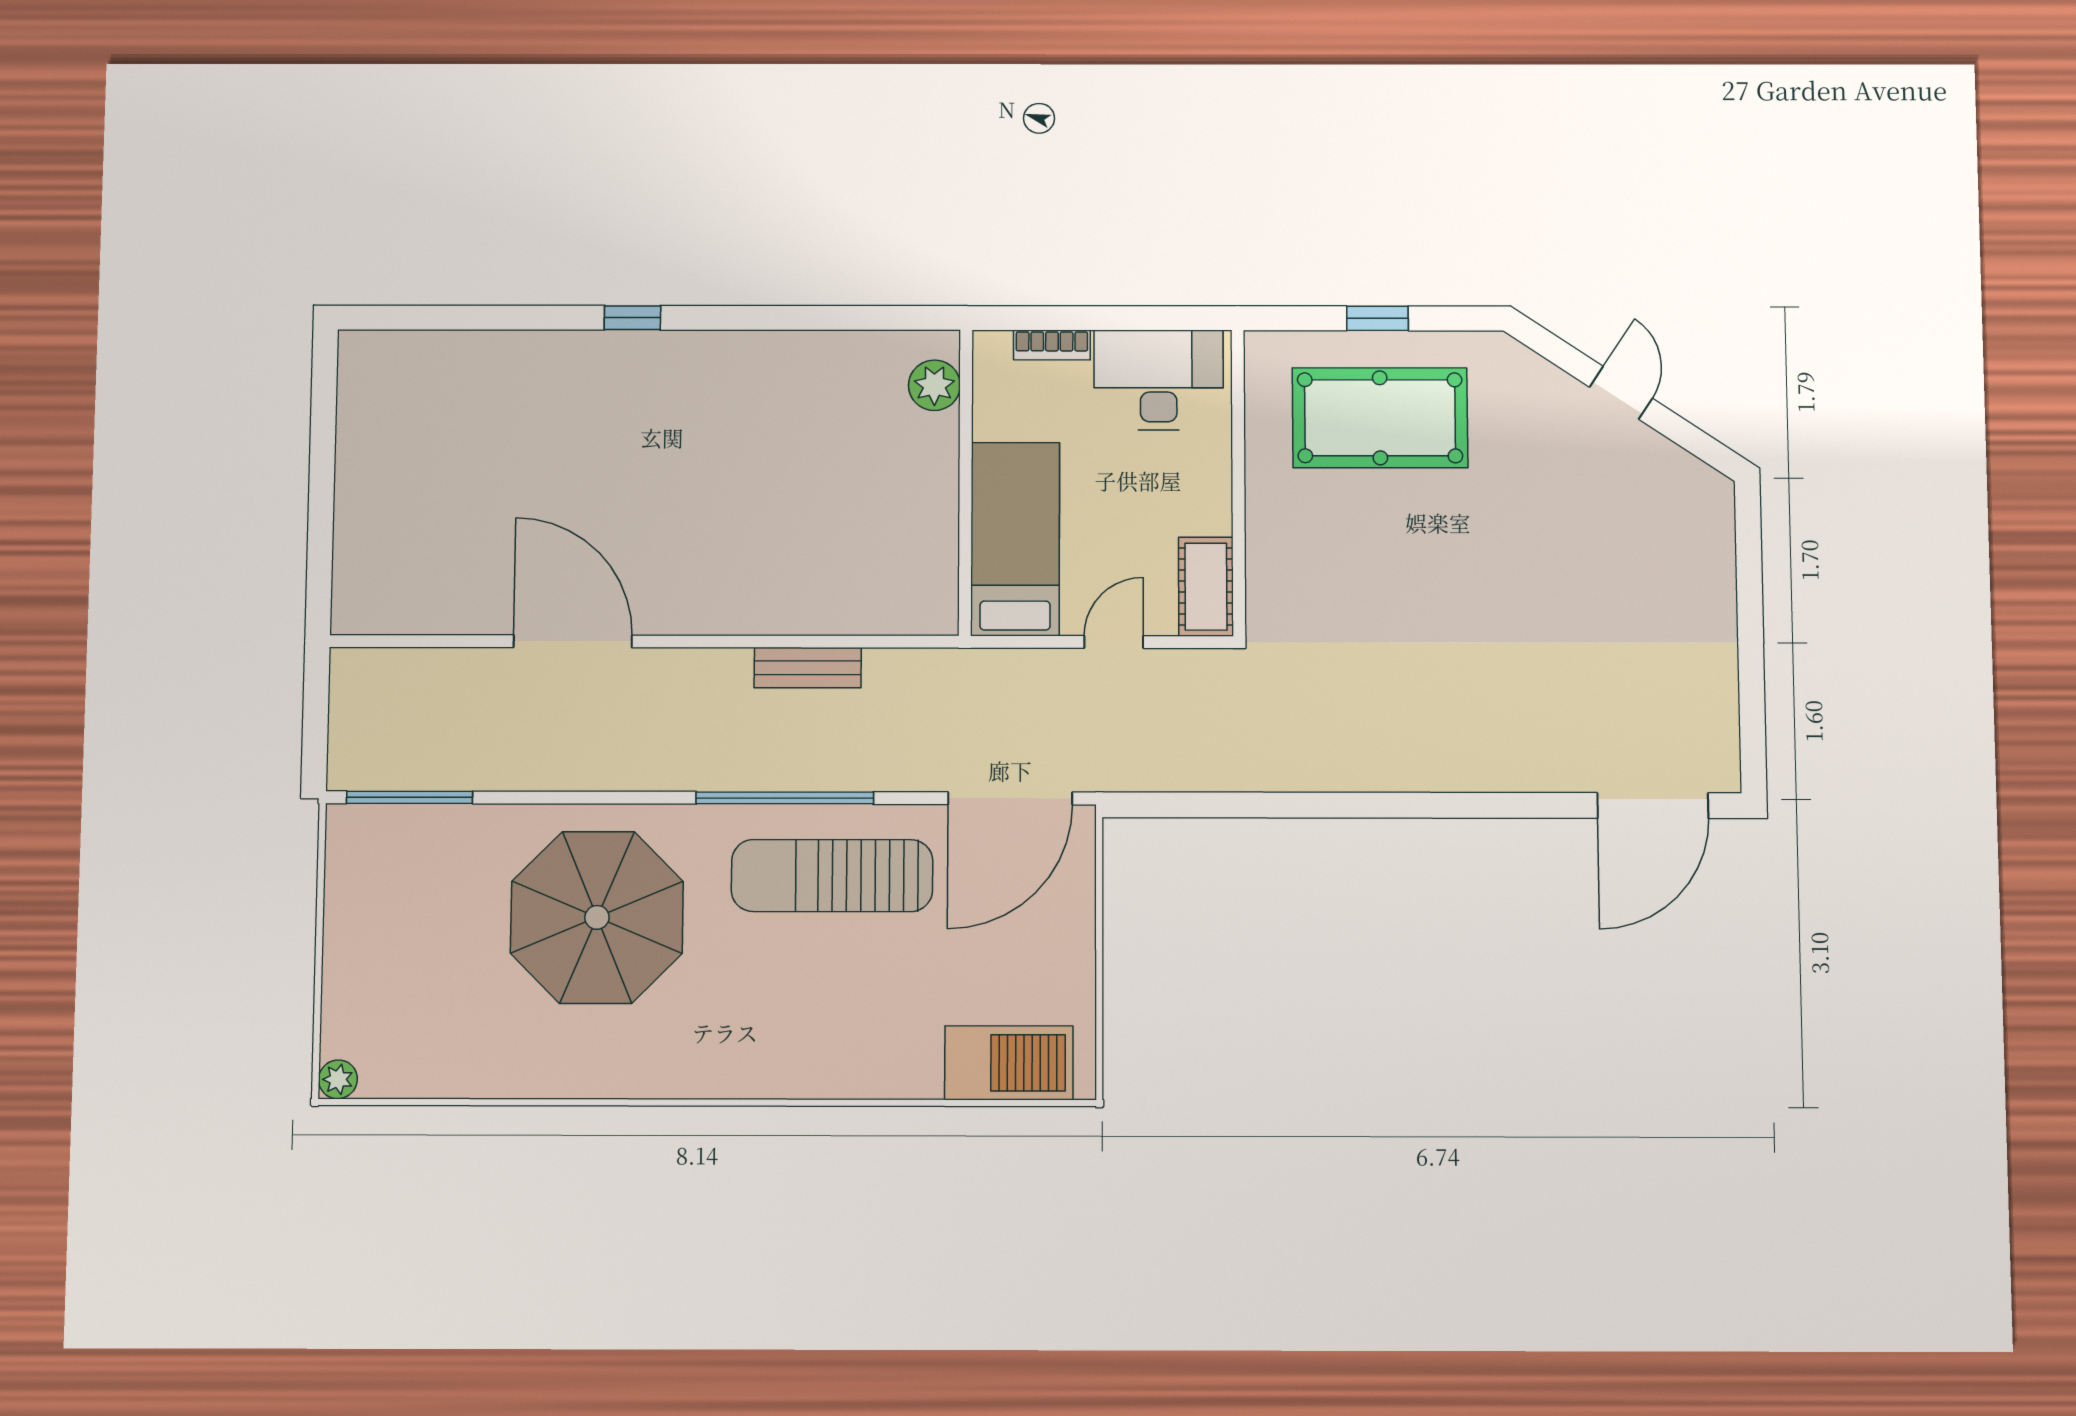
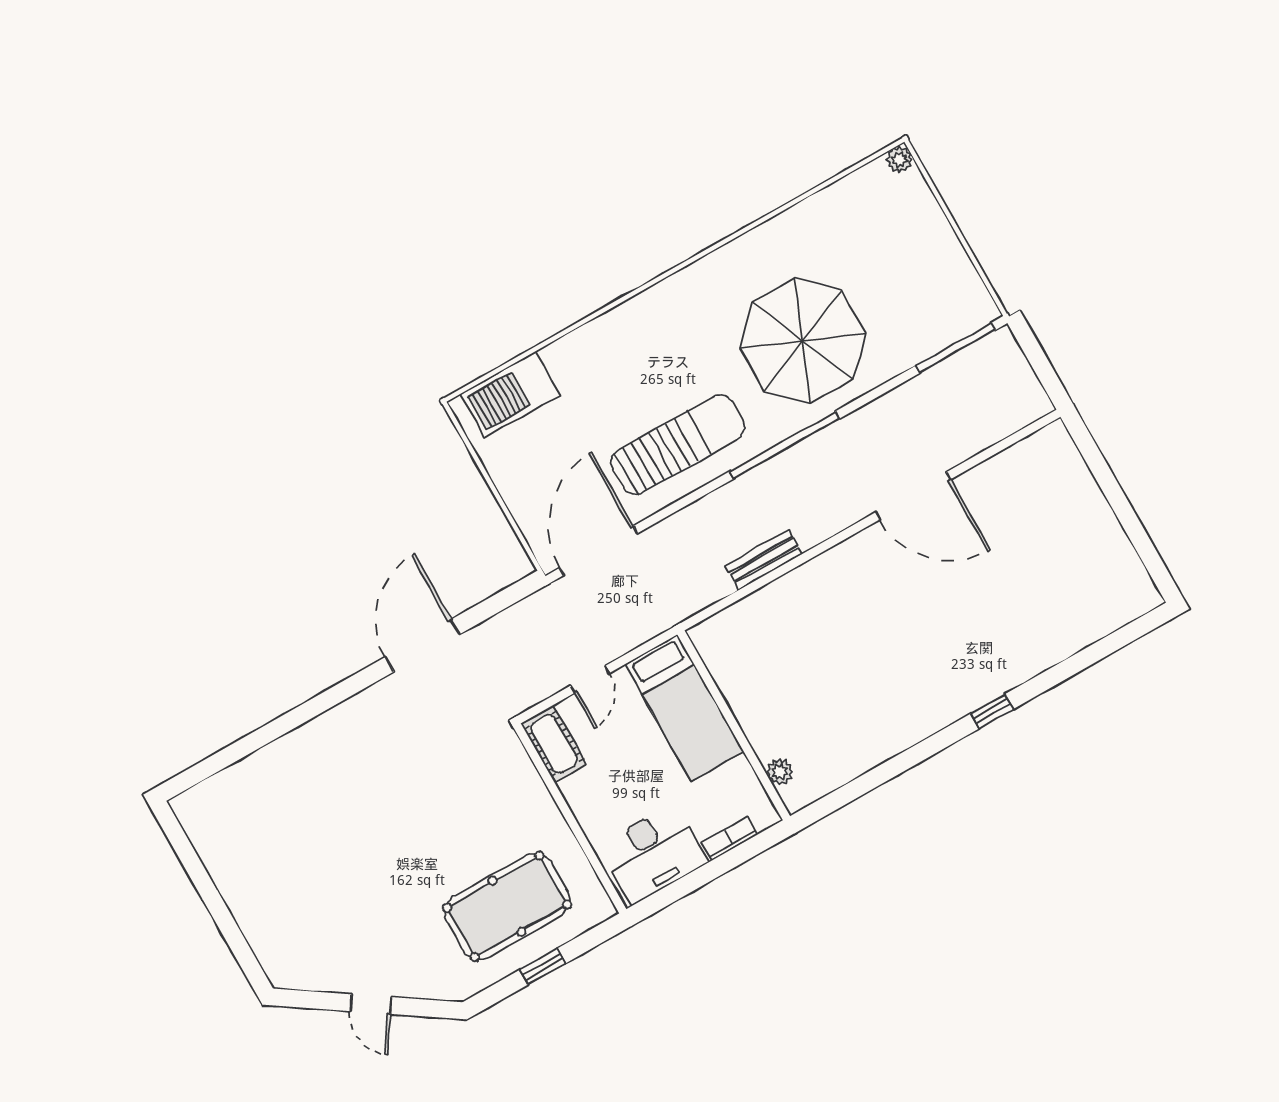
plant: (934, 385) -> (780, 772), width x0.73, depth x0.73
window: (785, 798) -> (784, 445), moved
door: (1653, 806) -> (422, 646), moved

